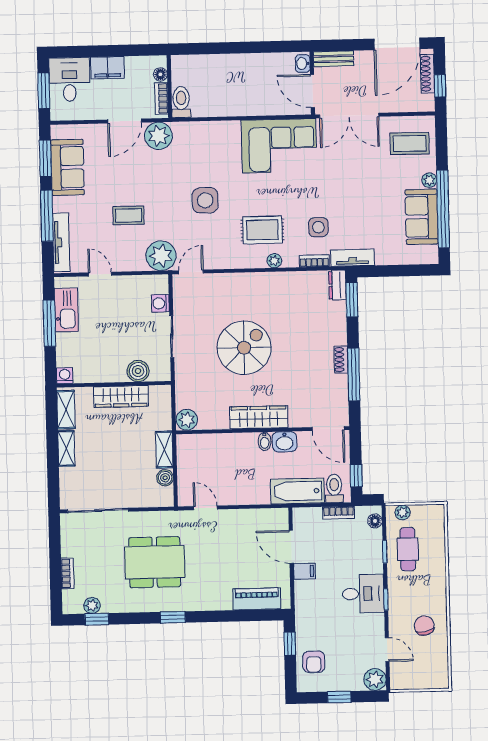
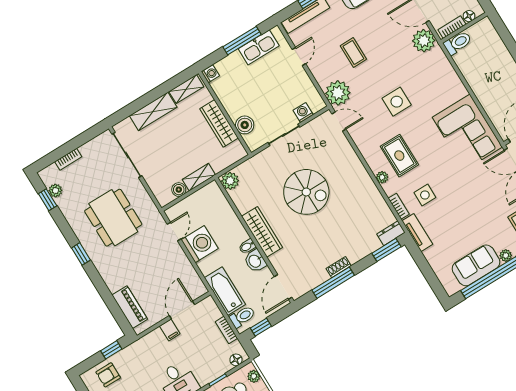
shelving: (66, 448) -> (153, 111), width x1.50, depth x1.33
washing machine: (234, 489) -> (200, 244), added

